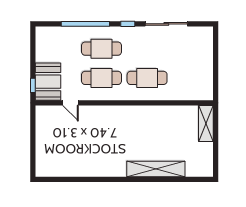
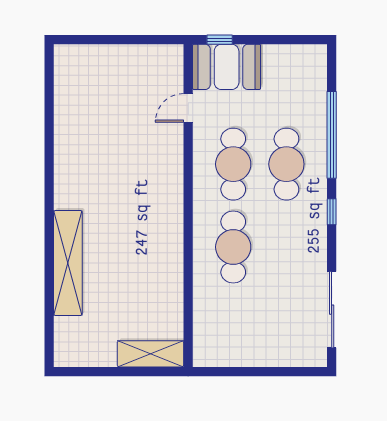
sliding door: (166, 24) -> (332, 310), moved

